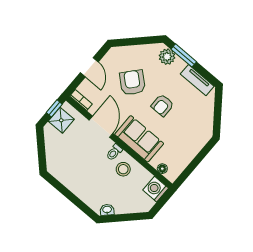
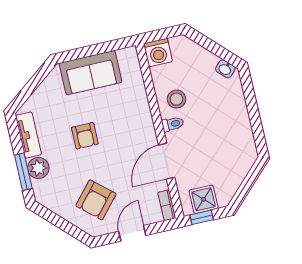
plant: (167, 57) -> (38, 168), moved
armchair: (132, 83) -> (96, 200), moved
armchair: (162, 105) -> (85, 136), turned 90
sofa: (139, 139) -> (91, 73), moved, turned -90
floor lamp: (162, 169) -> (135, 69), removed

